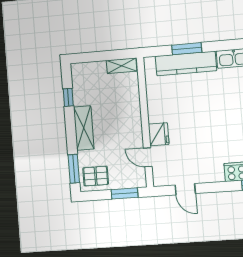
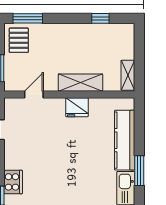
window: (187, 49) -> (139, 171), moved
shelving: (84, 128) -> (80, 83), moved
fridge: (159, 134) -> (77, 107), moved

